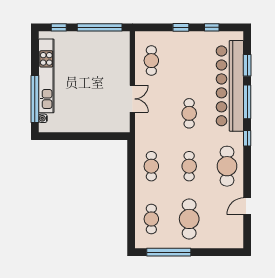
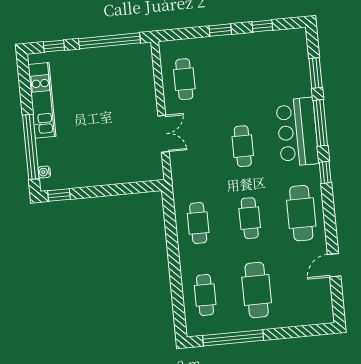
kitchen unit: (46, 76) -> (42, 100), width x0.73
bar counter: (230, 86) -> (297, 132), width x0.54
window: (52, 136) -> (59, 195), added

